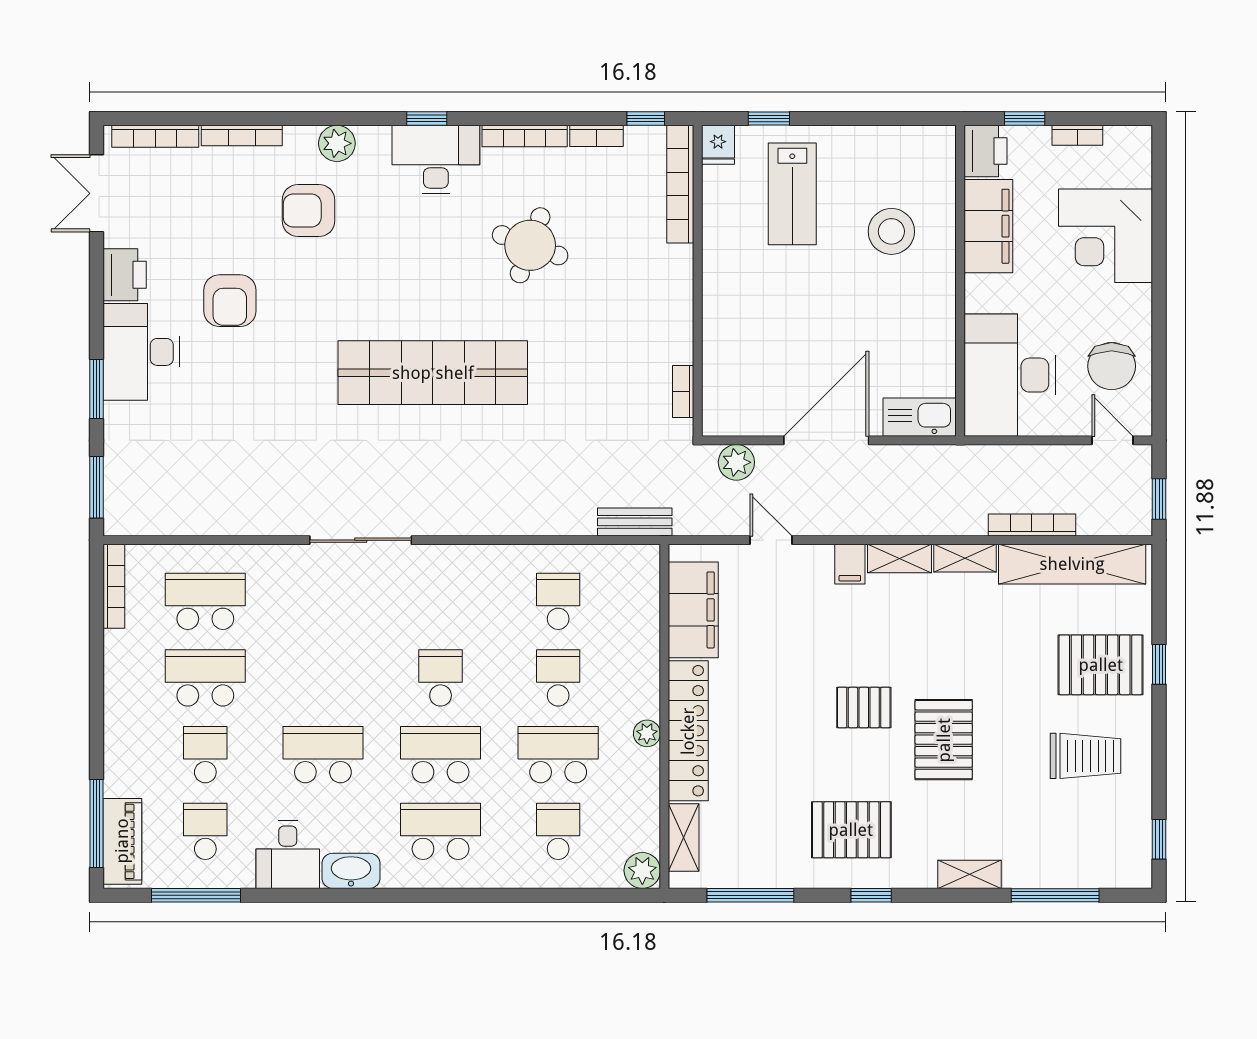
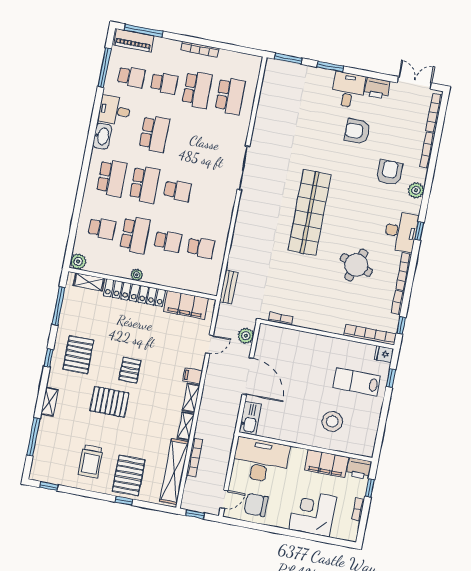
desk: (141, 352) -> (348, 90), width x0.73
bookcase: (114, 586) -> (200, 49), moved

